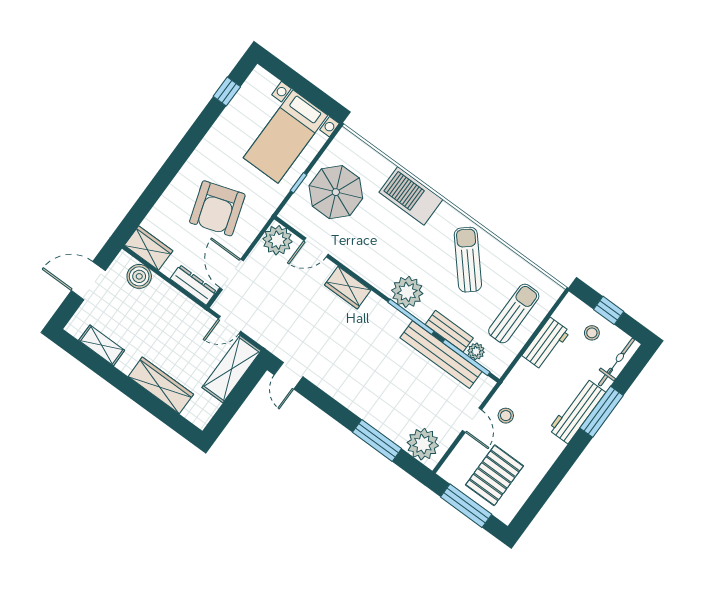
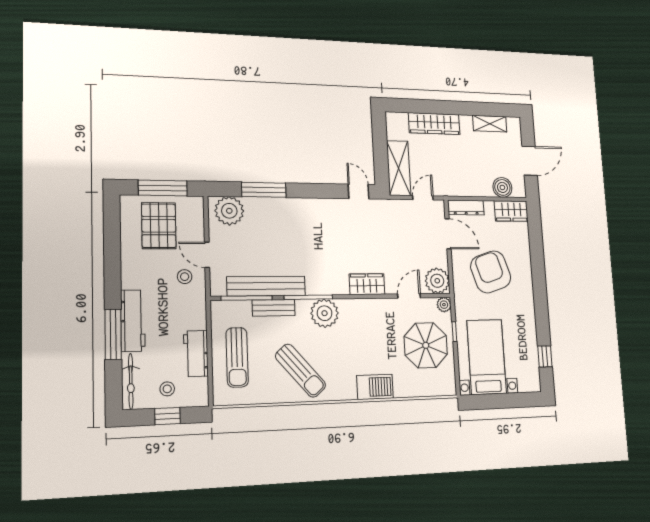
barbecue: (411, 196) -> (375, 387), width x0.73, depth x0.83
plant: (476, 351) -> (444, 305), moved

